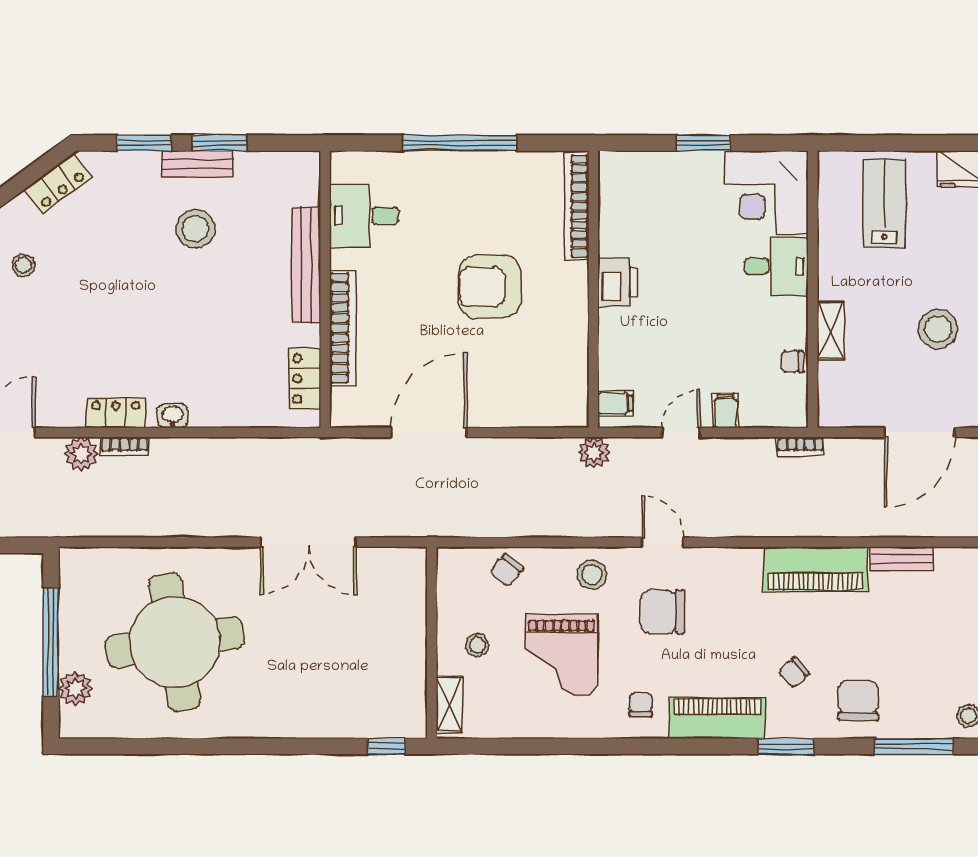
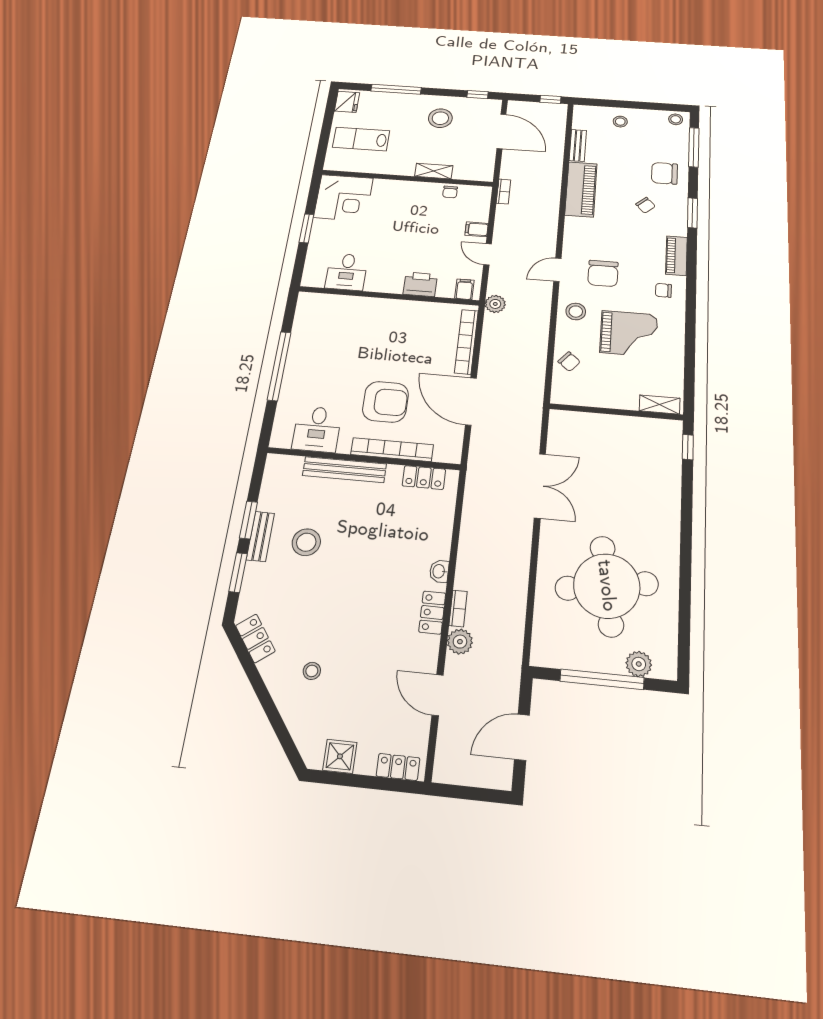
bookcase: (577, 206) -> (466, 342), moved, turned 90
desk: (776, 266) -> (347, 272), moved, turned 180
printer: (618, 282) -> (420, 284), moved
armchair: (490, 287) -> (385, 402), moved, turned -90
stool: (477, 645) -> (620, 122), moved
piano: (717, 718) -> (676, 256), width x0.73, depth x0.75

